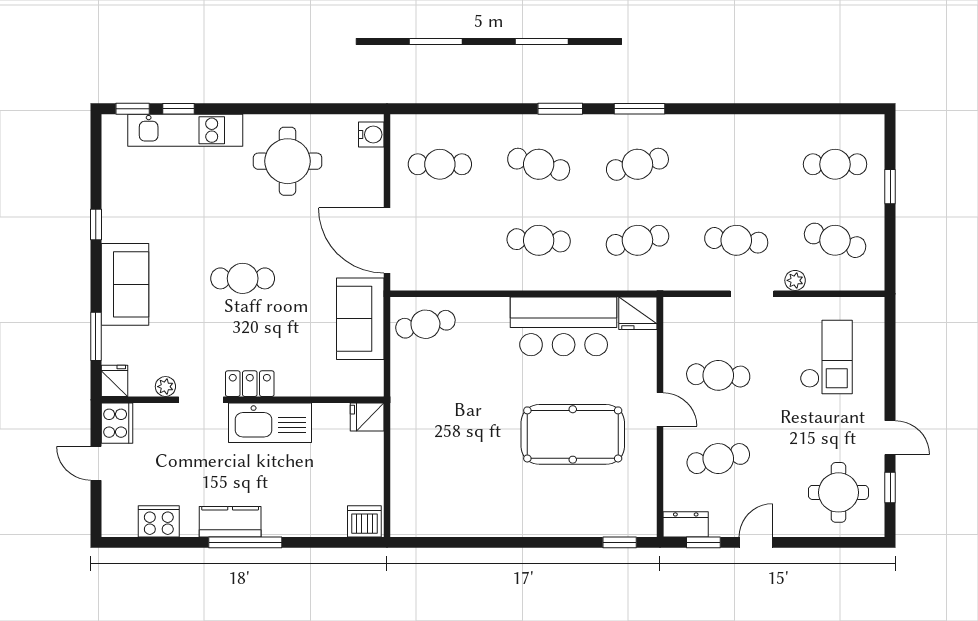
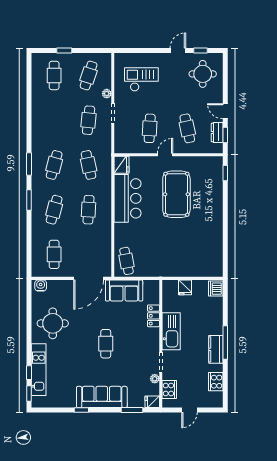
cafe table: (637, 164) -> (54, 165), turned 30
sofa: (125, 284) -> (102, 397), width x1.36
locker: (250, 384) -> (153, 316), moved
fridge: (367, 417) -> (185, 287), moved
cooker: (117, 423) -> (169, 389), moved, turned 90
dresser: (686, 524) -> (217, 132), moved

